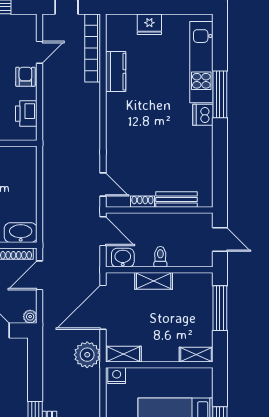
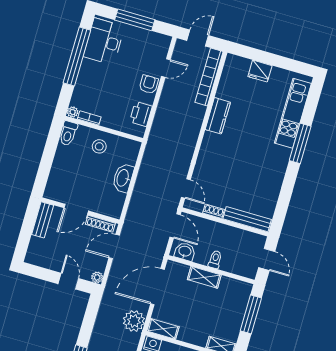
kitchen counter: (116, 72) -> (218, 116), moved
dishwasher: (203, 115) -> (282, 156), removed
bench: (176, 200) -> (247, 219), width x1.36
washbasin: (21, 233) -> (123, 178), moved, turned -90

